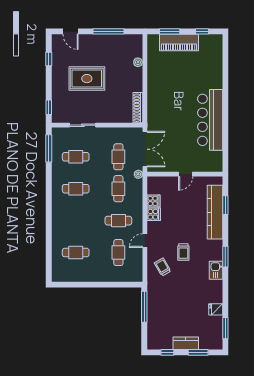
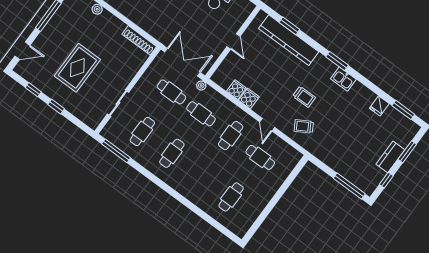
window: (49, 107) -> (56, 107), moved
window: (144, 307) -> (349, 186), moved

